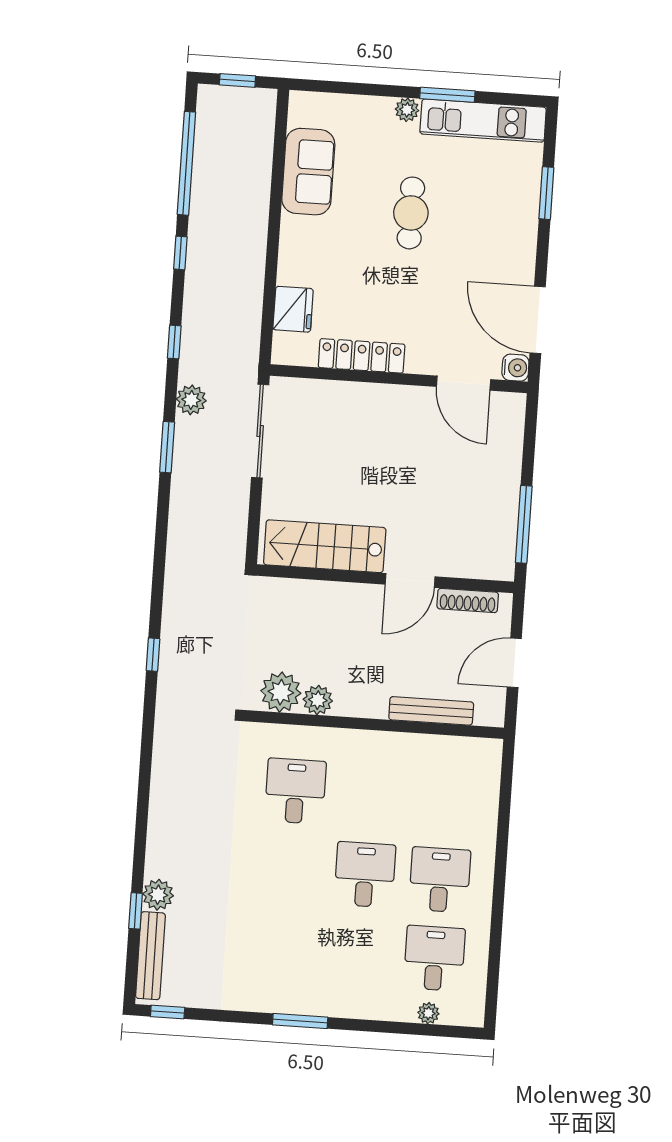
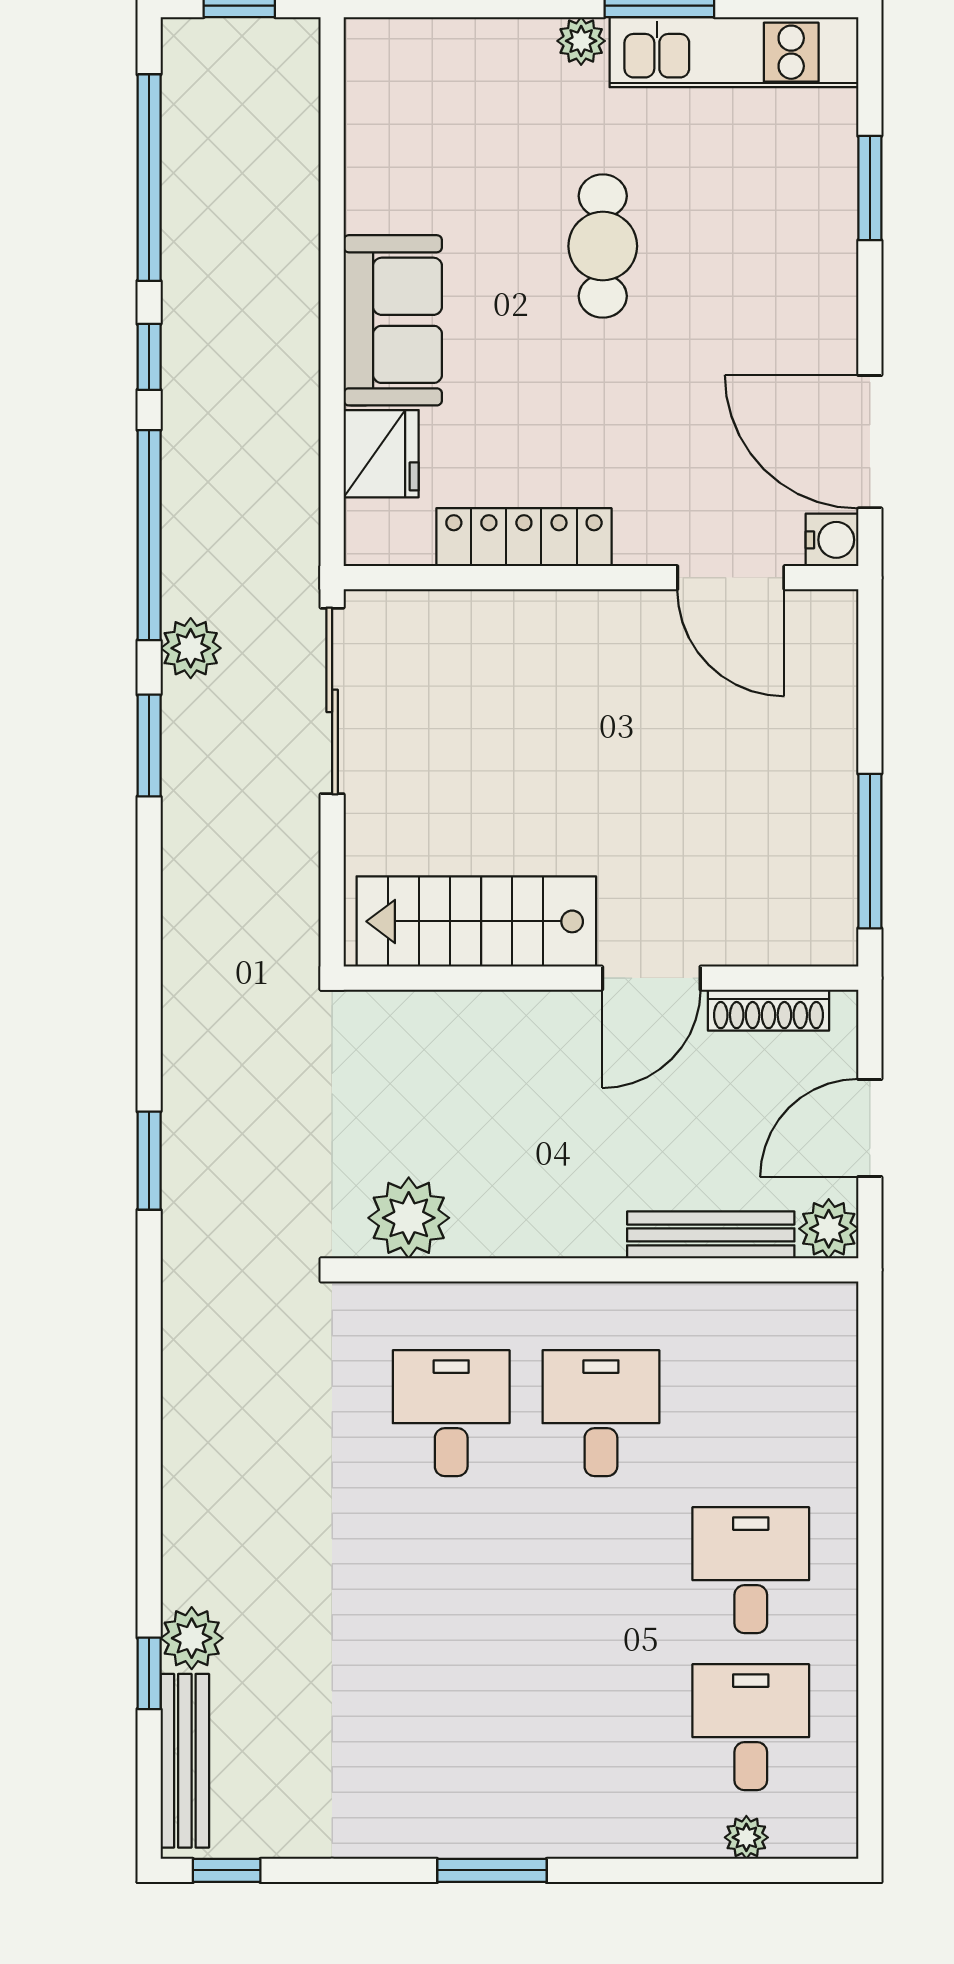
sofa: (308, 172) -> (393, 320), moved
window: (174, 342) -> (149, 535), width x3.17
window: (153, 655) -> (149, 1161), width x1.50
plant: (318, 700) -> (829, 1229), moved
desk: (365, 875) -> (601, 1413), moved

